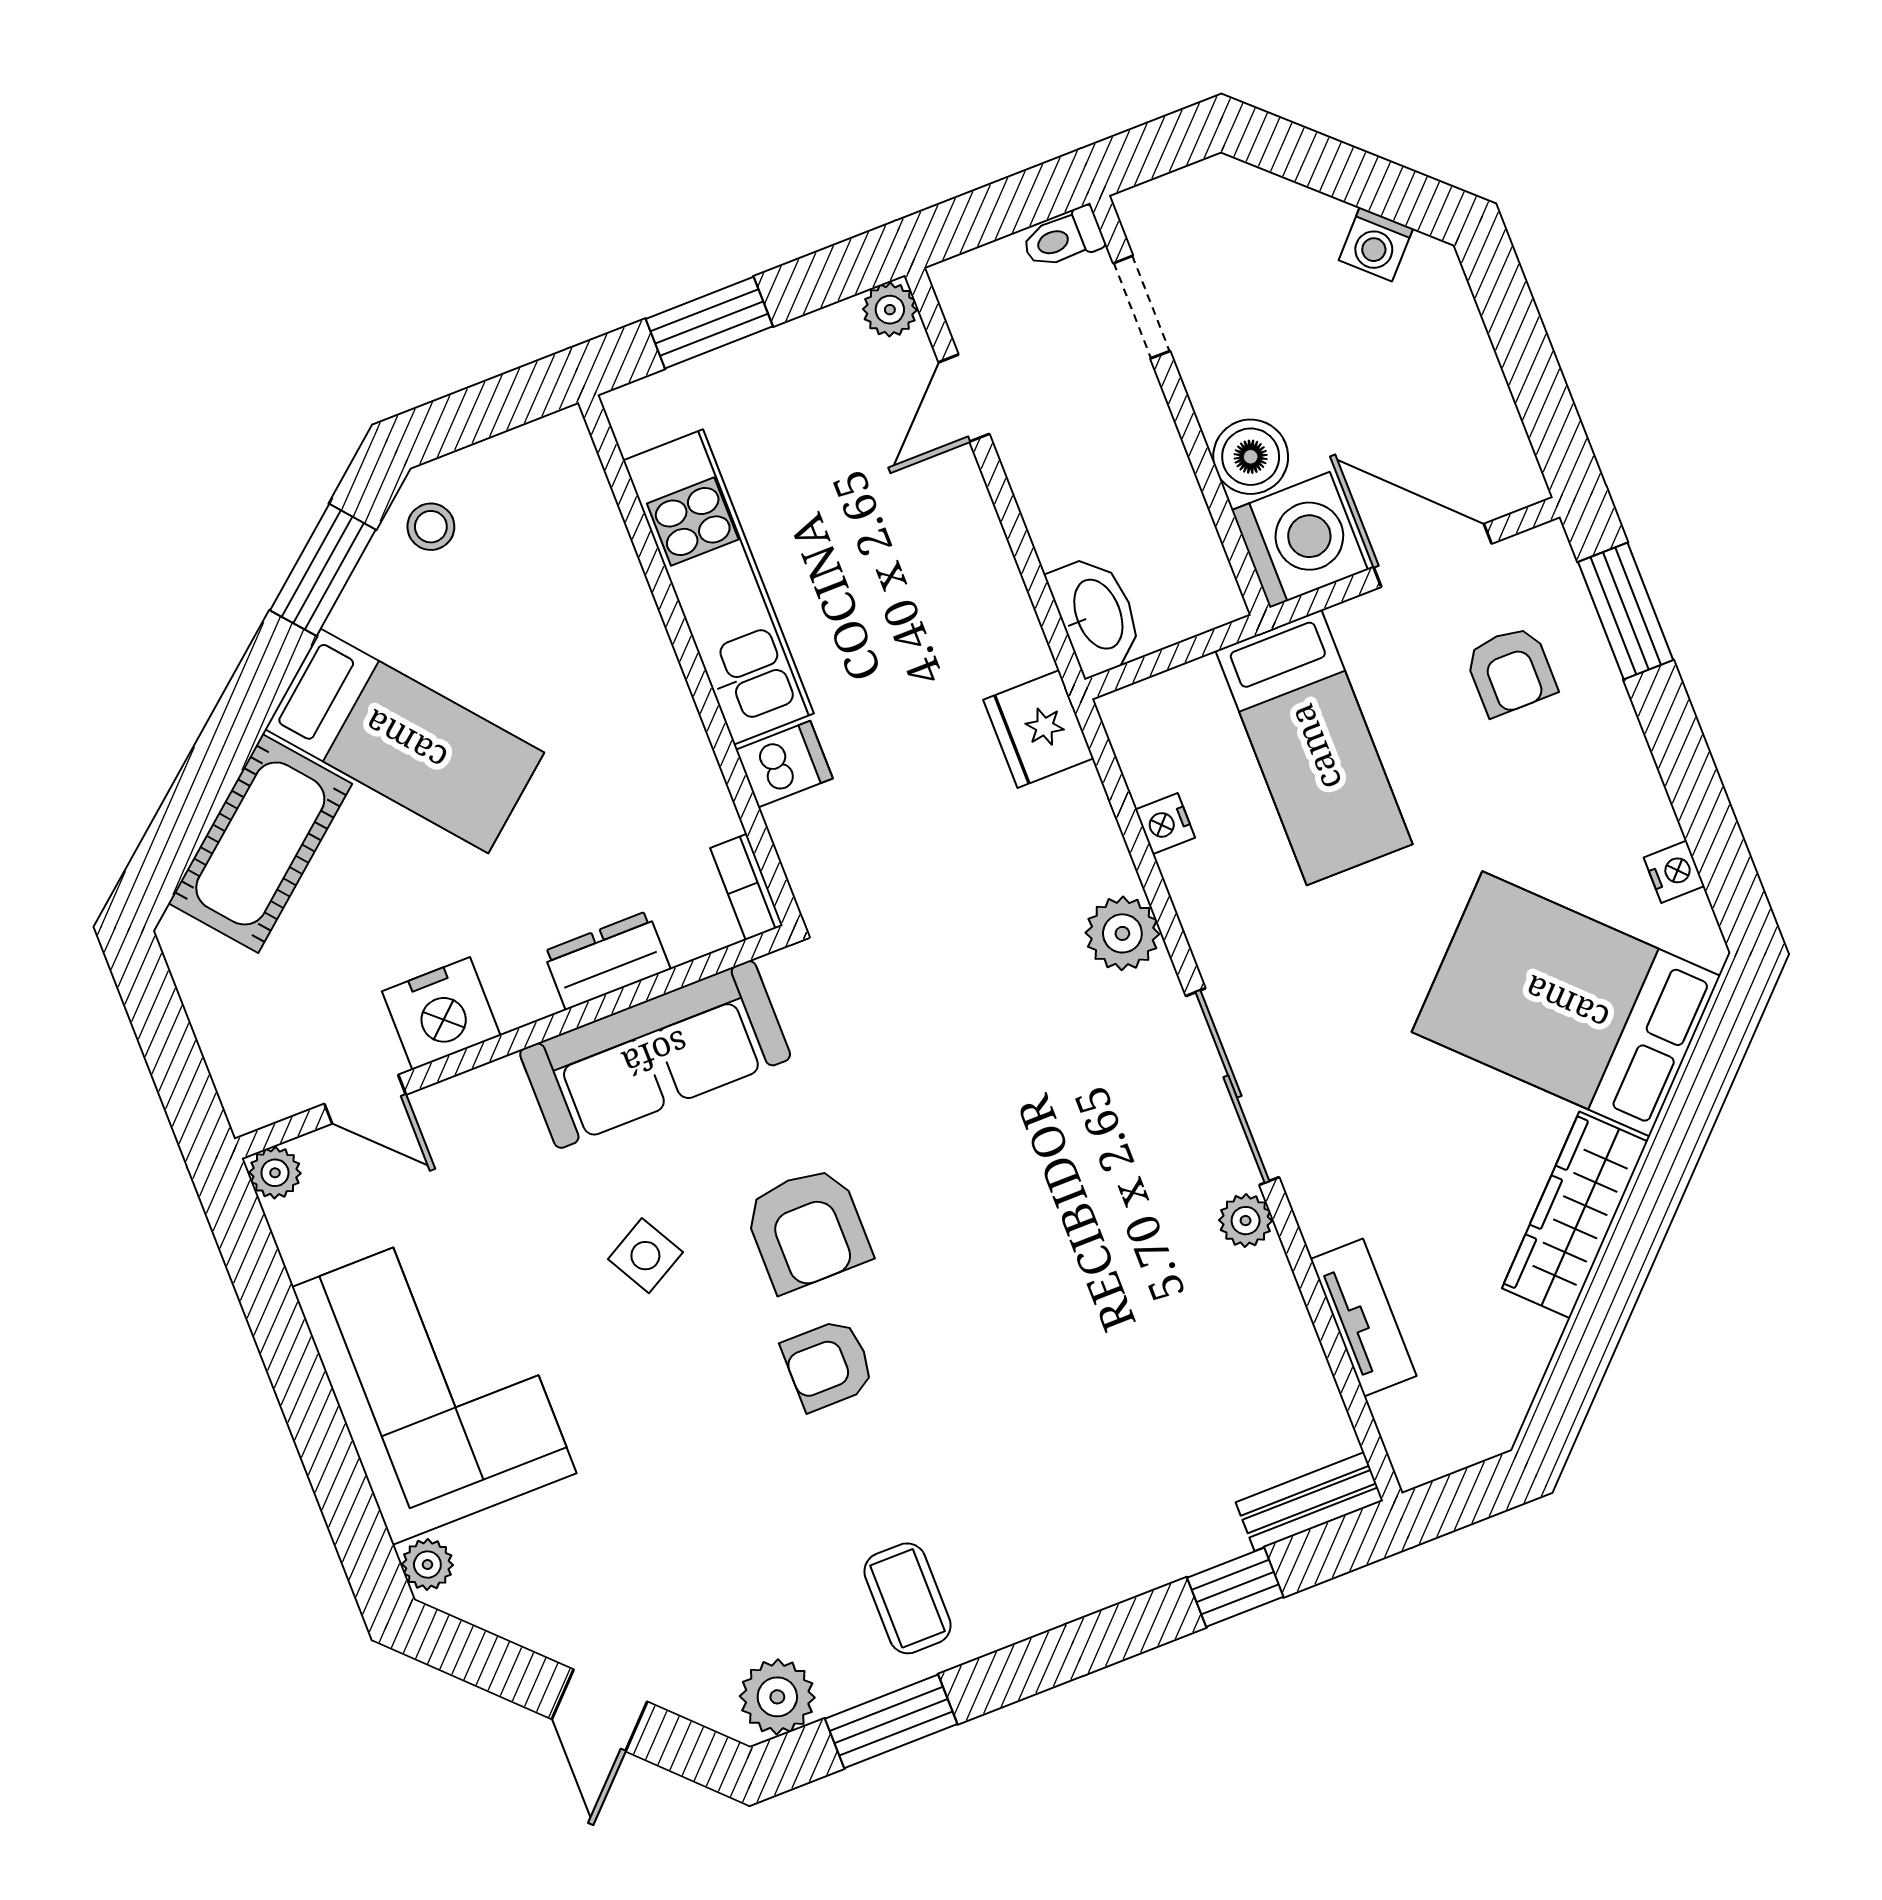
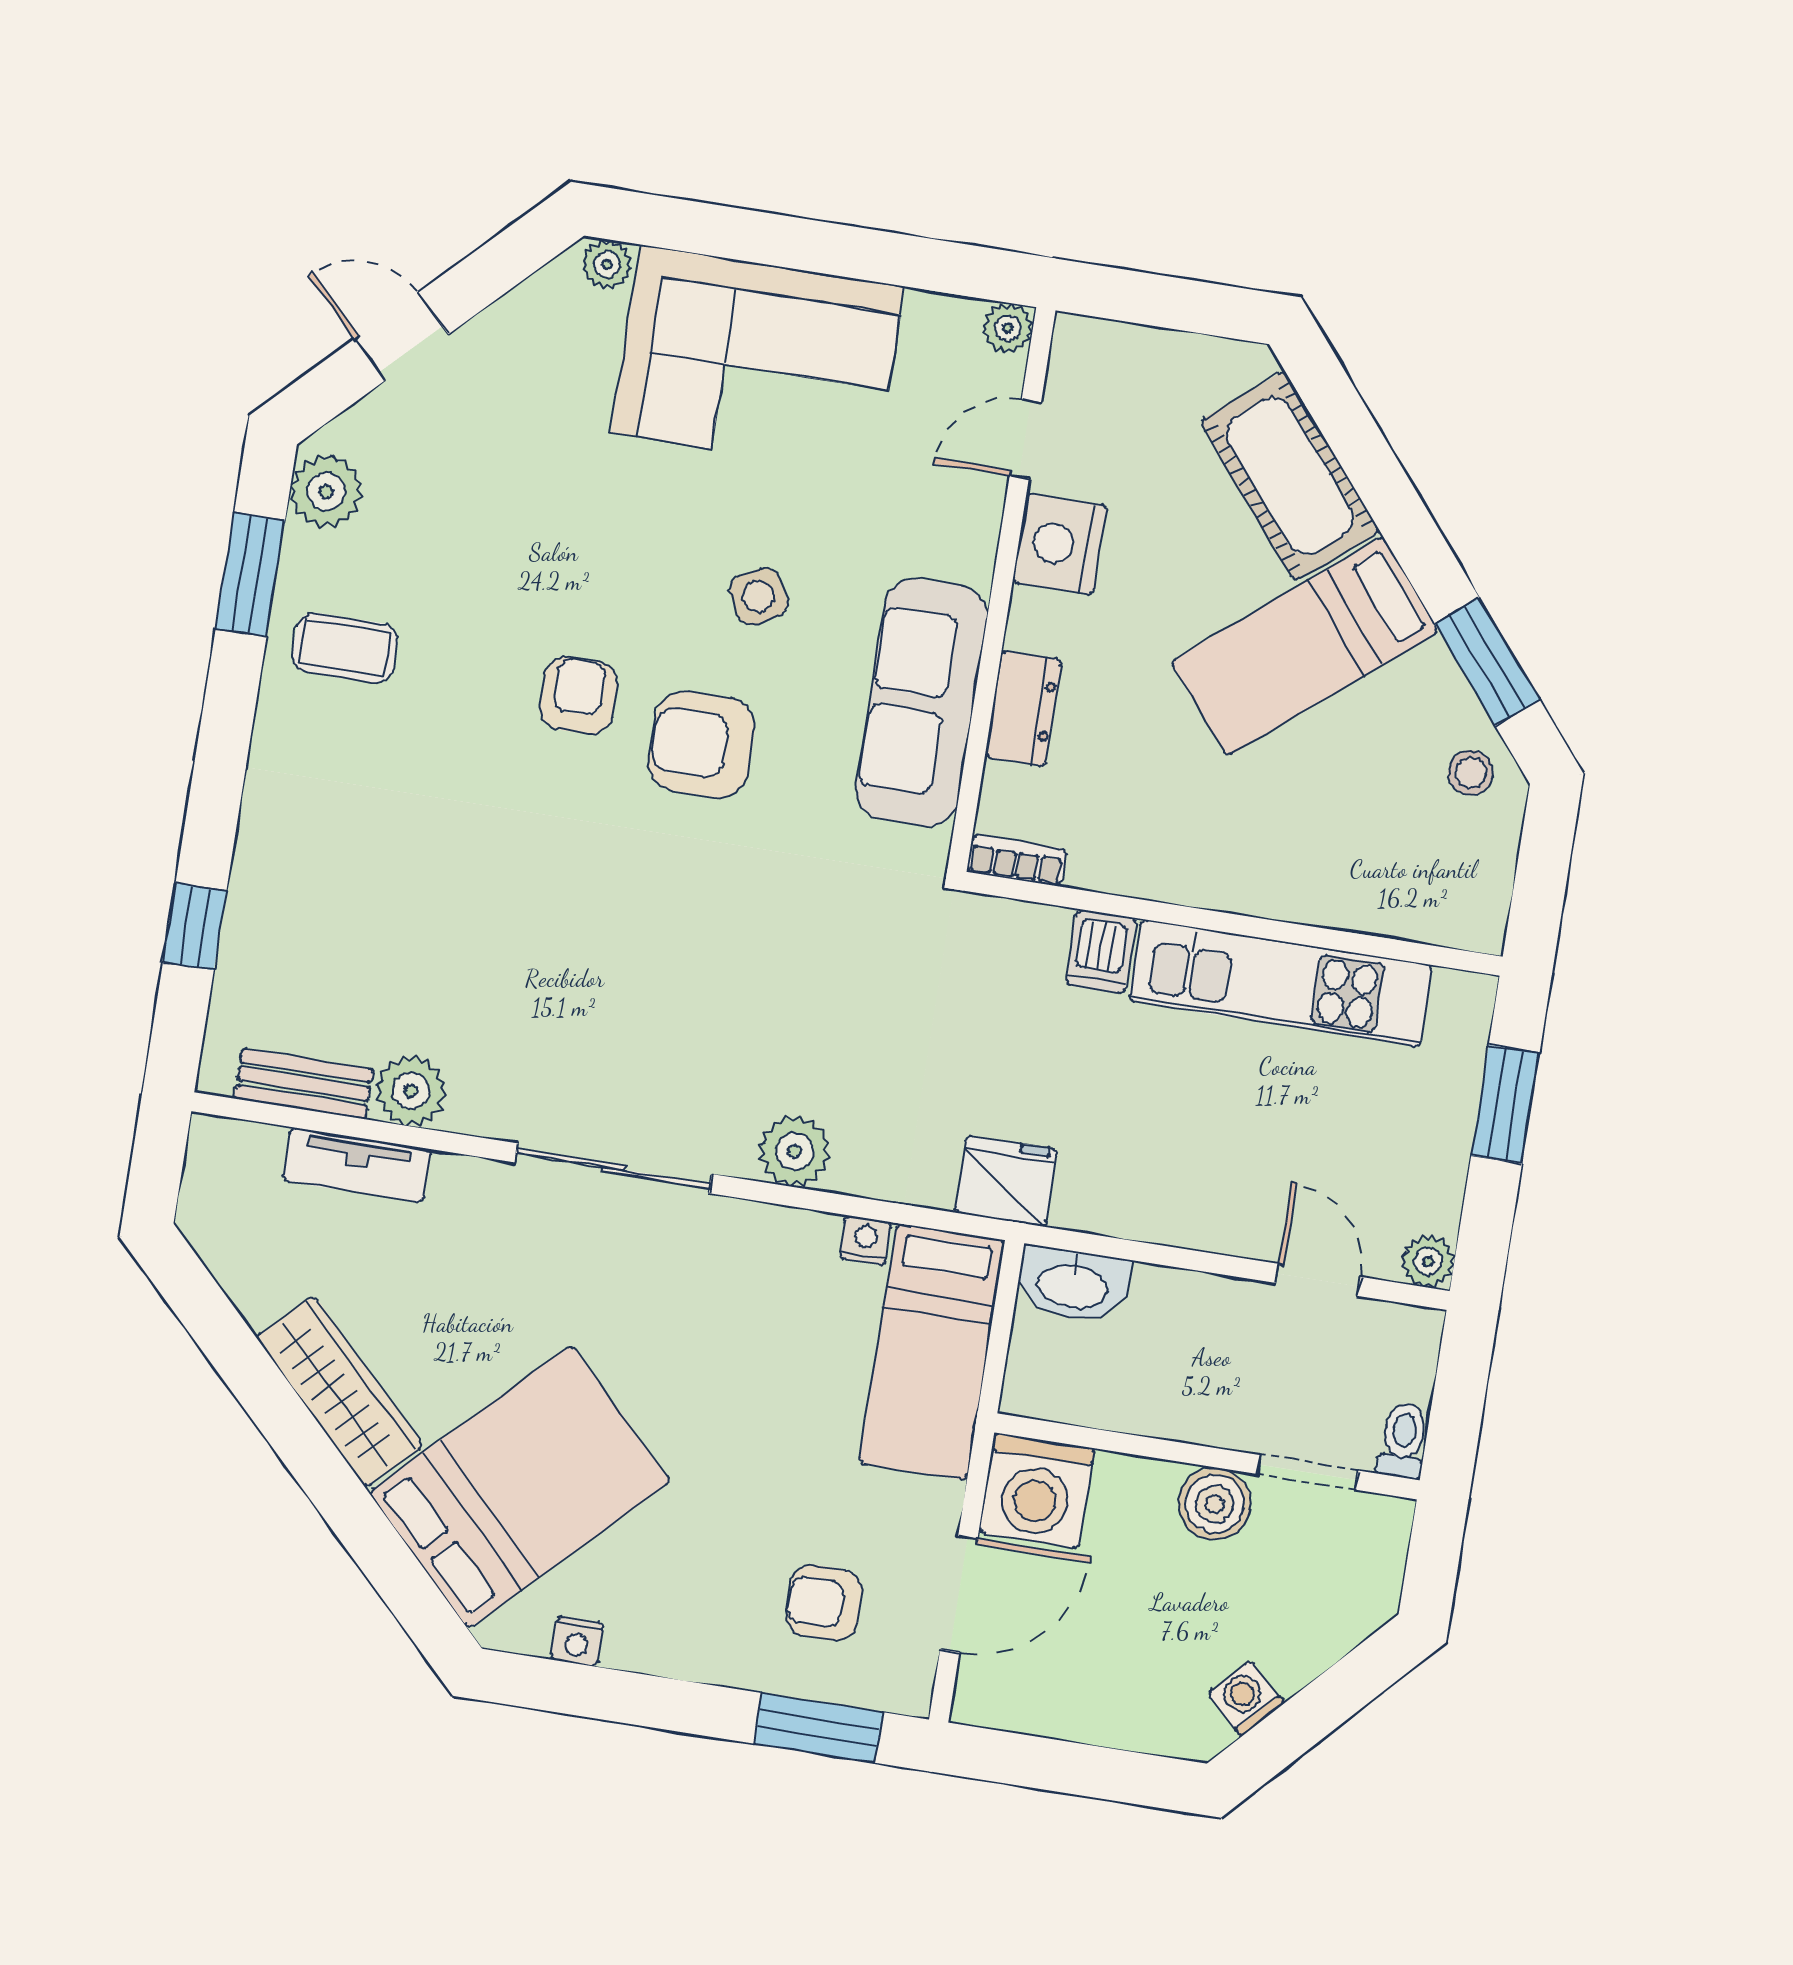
boiler: (1251, 457) -> (1215, 1504), moved
bed: (1314, 747) -> (932, 1352), moved, turned -90
plant: (1246, 1221) -> (411, 1091), moved, width x1.38, depth x1.38
bench: (1309, 1502) -> (304, 1084), moved, turned 90

